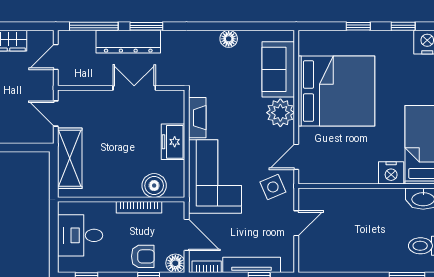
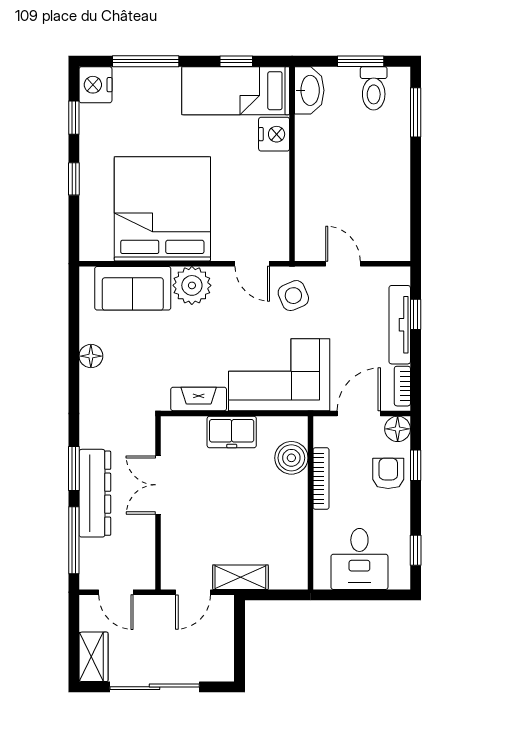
shelving: (70, 158) -> (240, 577), width x0.67, depth x0.75

